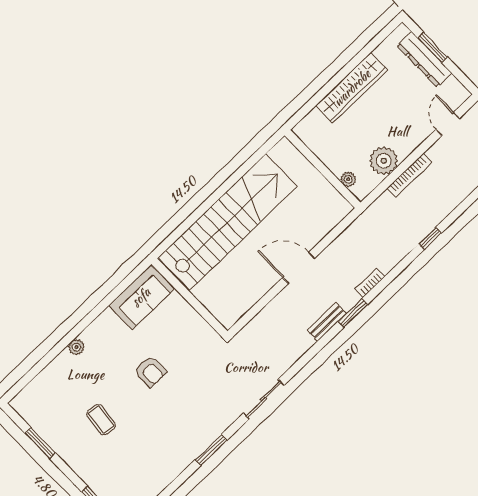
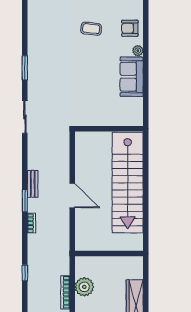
plant: (348, 179) -> (92, 261), removed
door: (299, 268) -> (72, 196), hinge flipped
sofa: (141, 297) -> (132, 77), moved
armchair: (150, 371) -> (130, 28), moved

